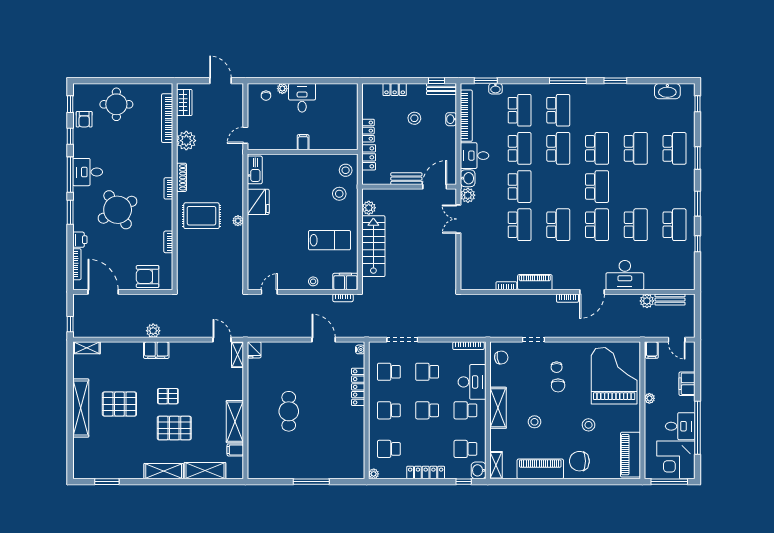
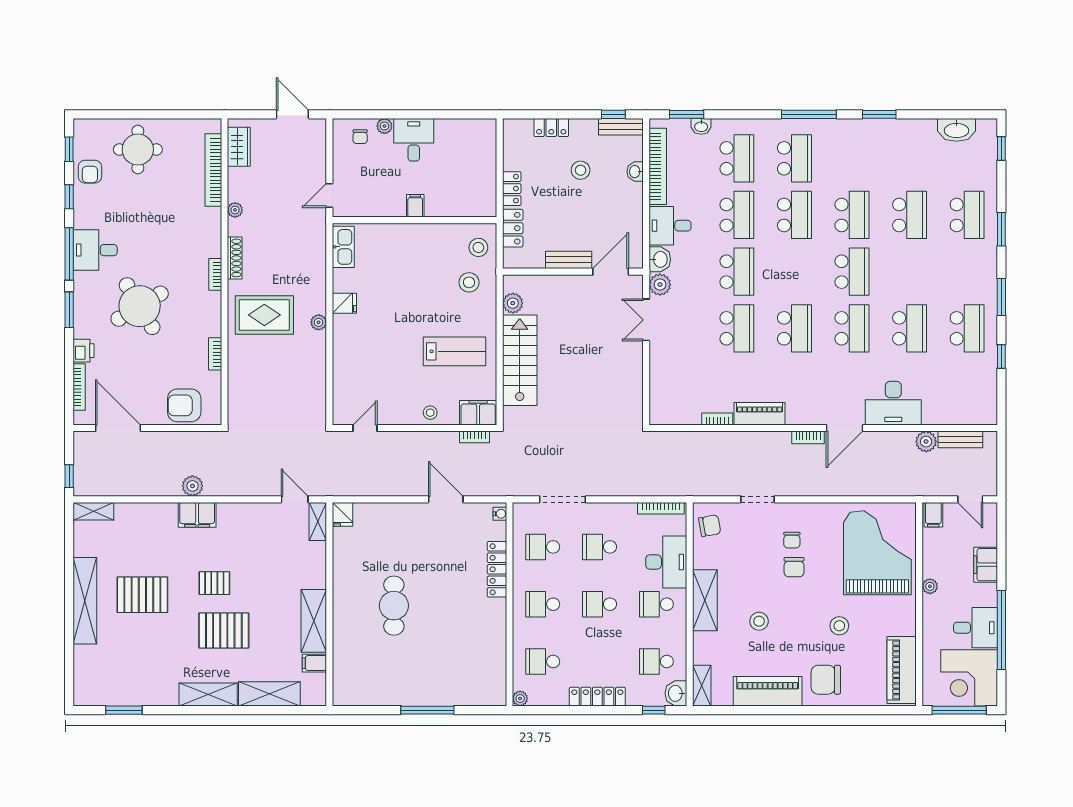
plant: (186, 141) -> (235, 210), width x0.53, depth x0.53
fridge: (258, 202) -> (344, 303), width x0.53, depth x0.75

